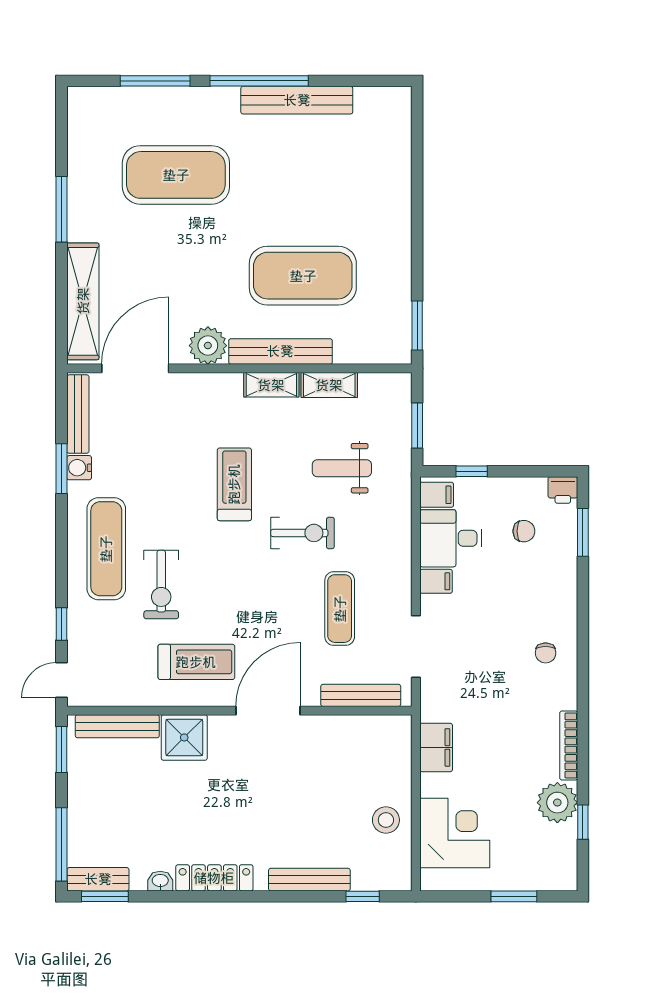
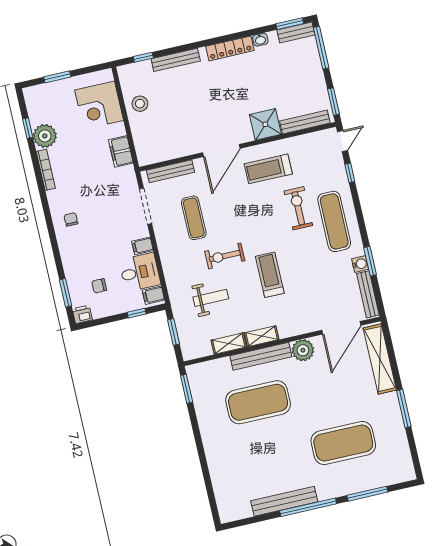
treadmill: (234, 484) -> (270, 275), turned 180

